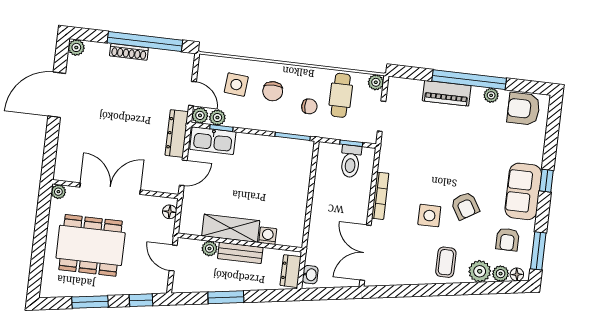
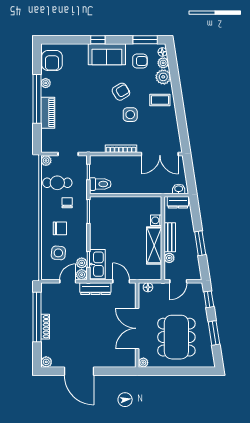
toilet: (351, 161) -> (100, 184), moved

